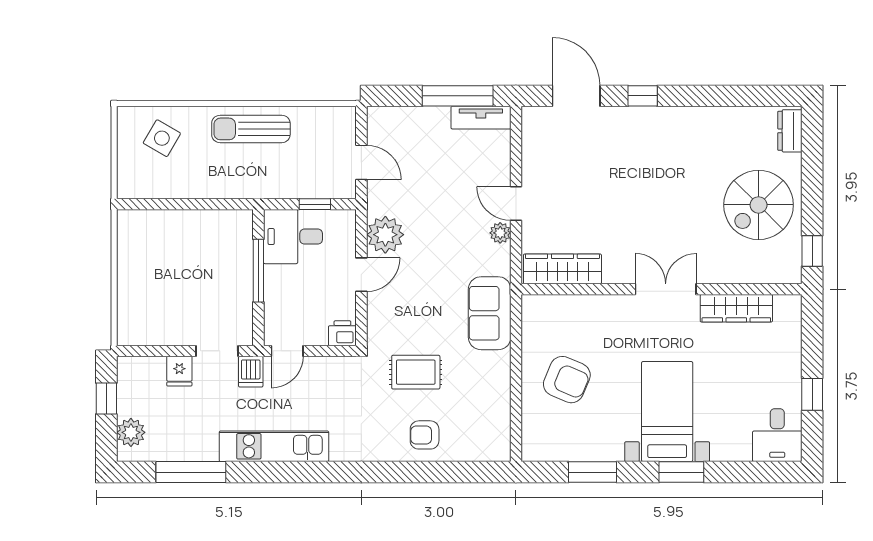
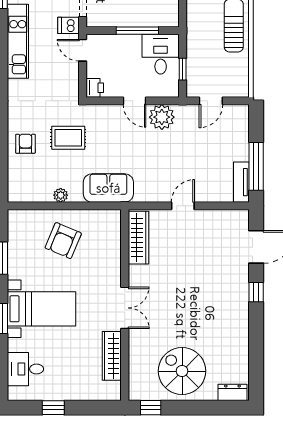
plant: (500, 233) -> (61, 195), moved
rug: (416, 372) -> (68, 138), turned 90
desk: (777, 435) -> (25, 369), moved

